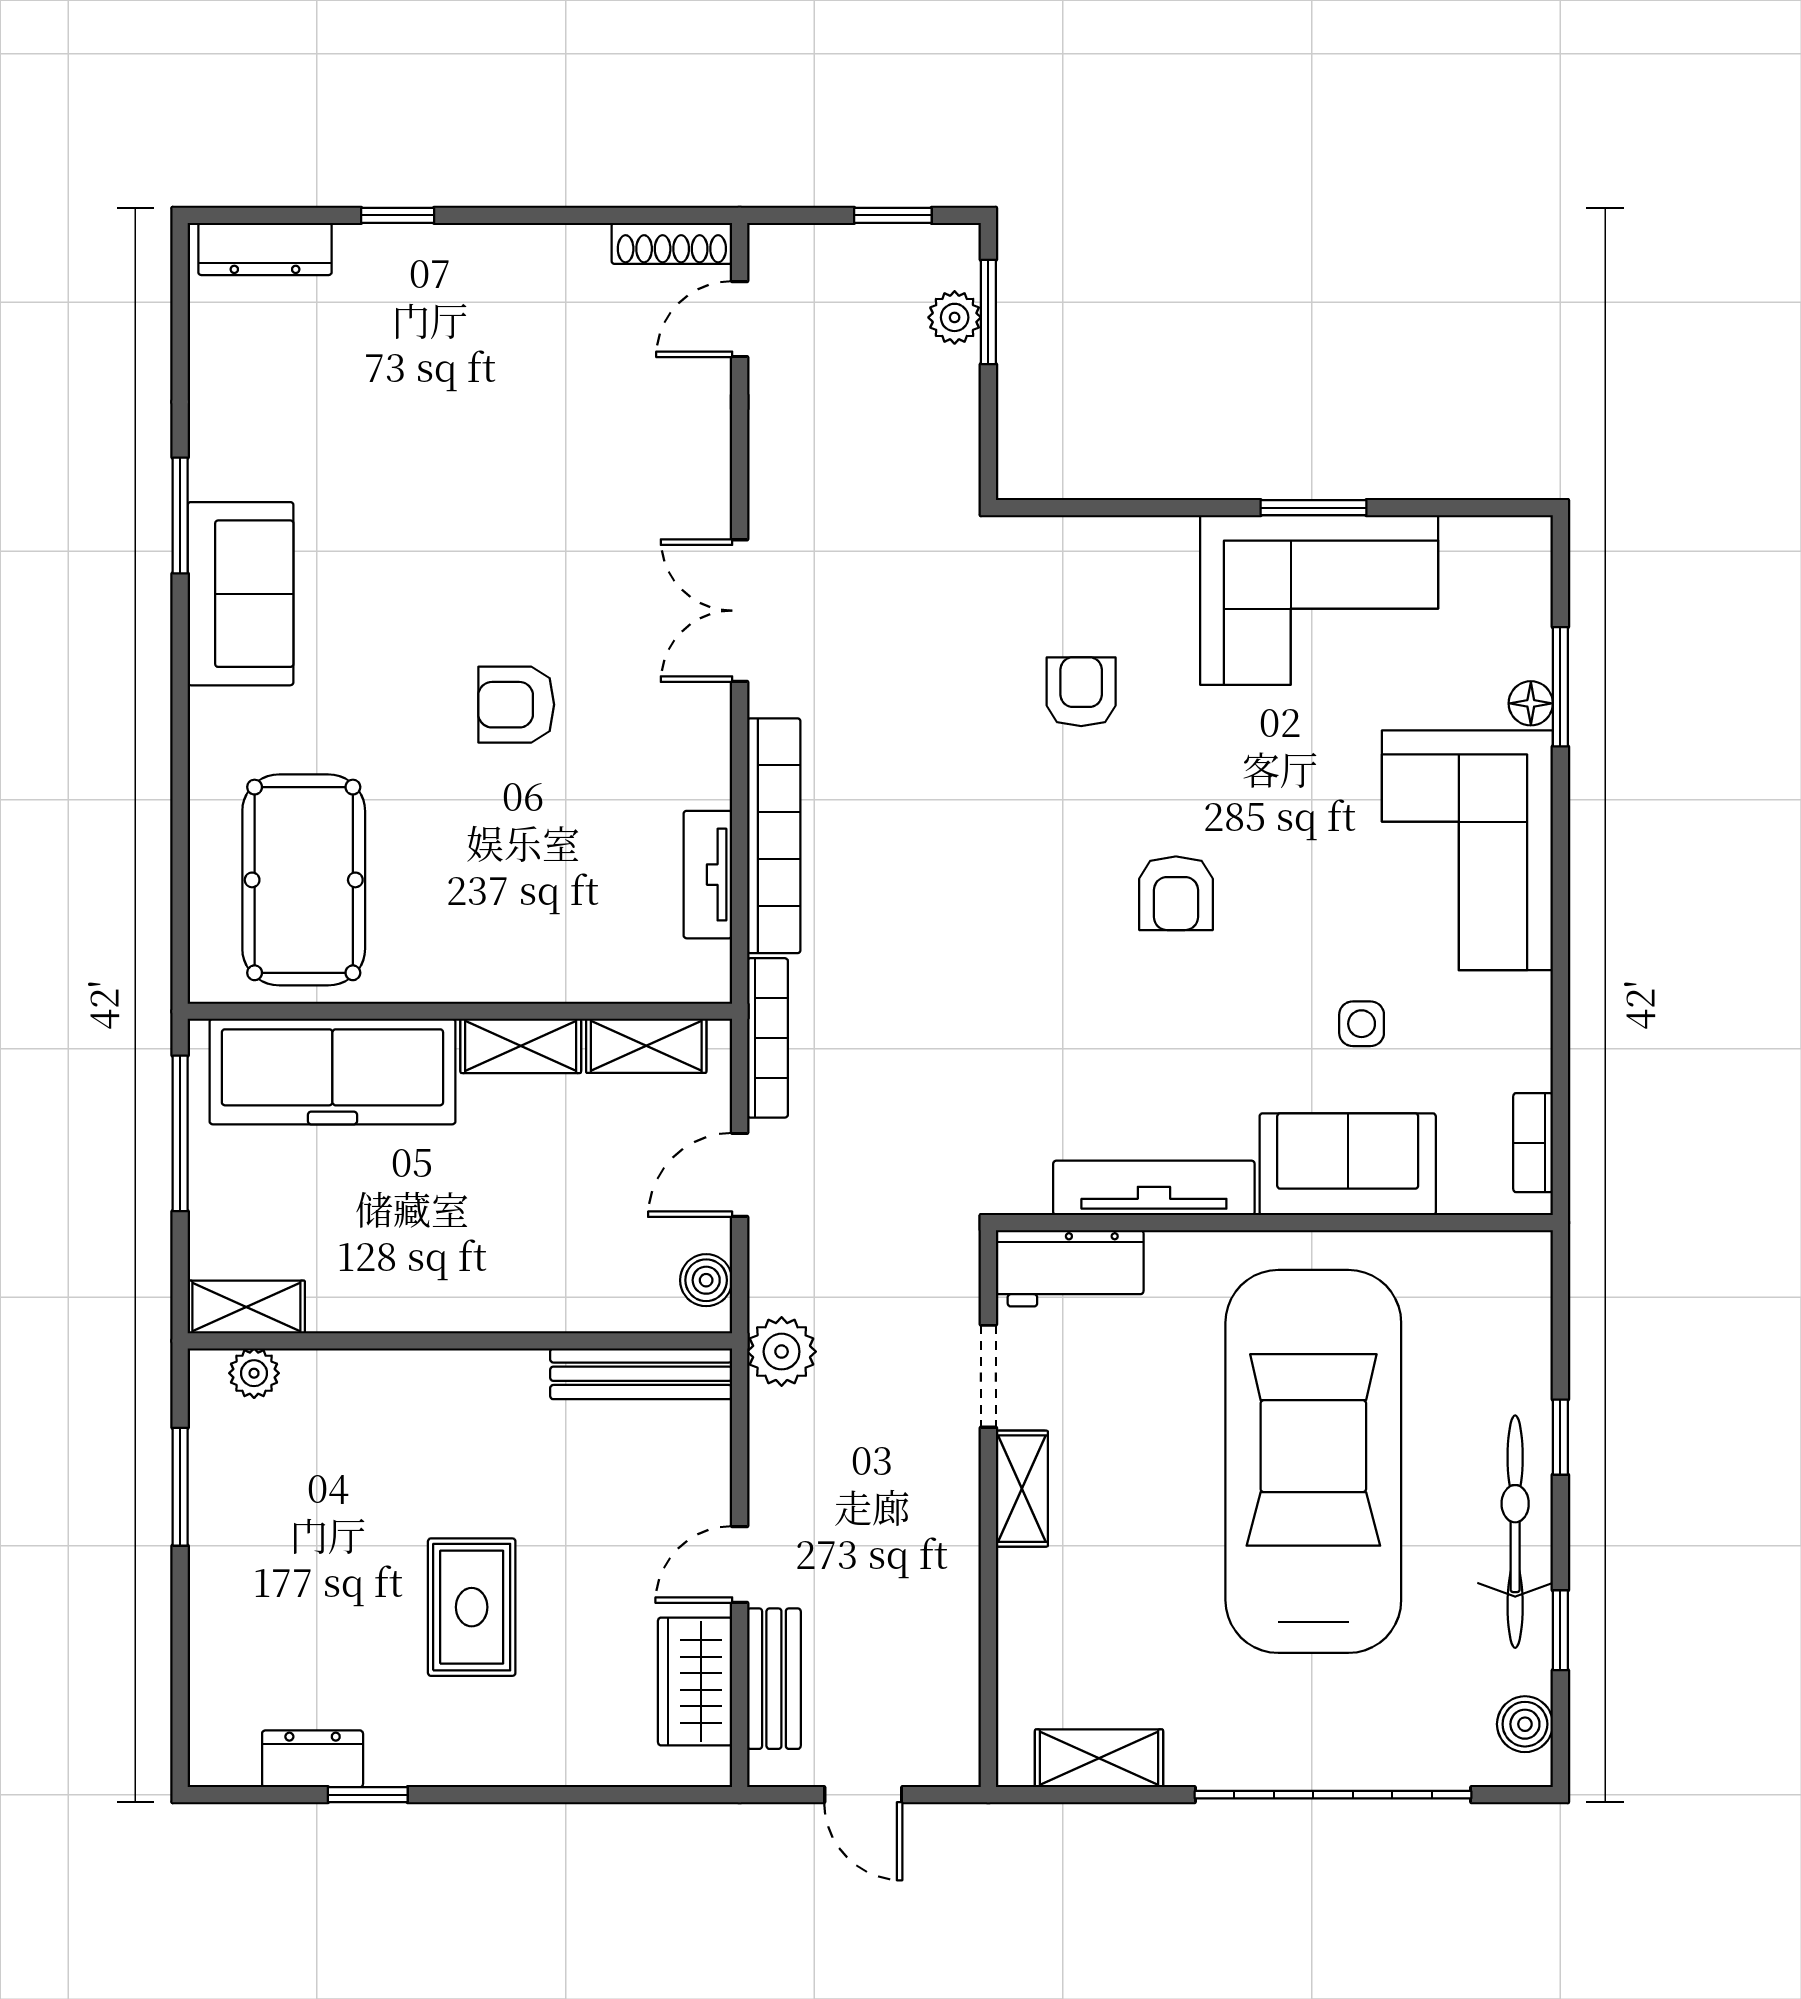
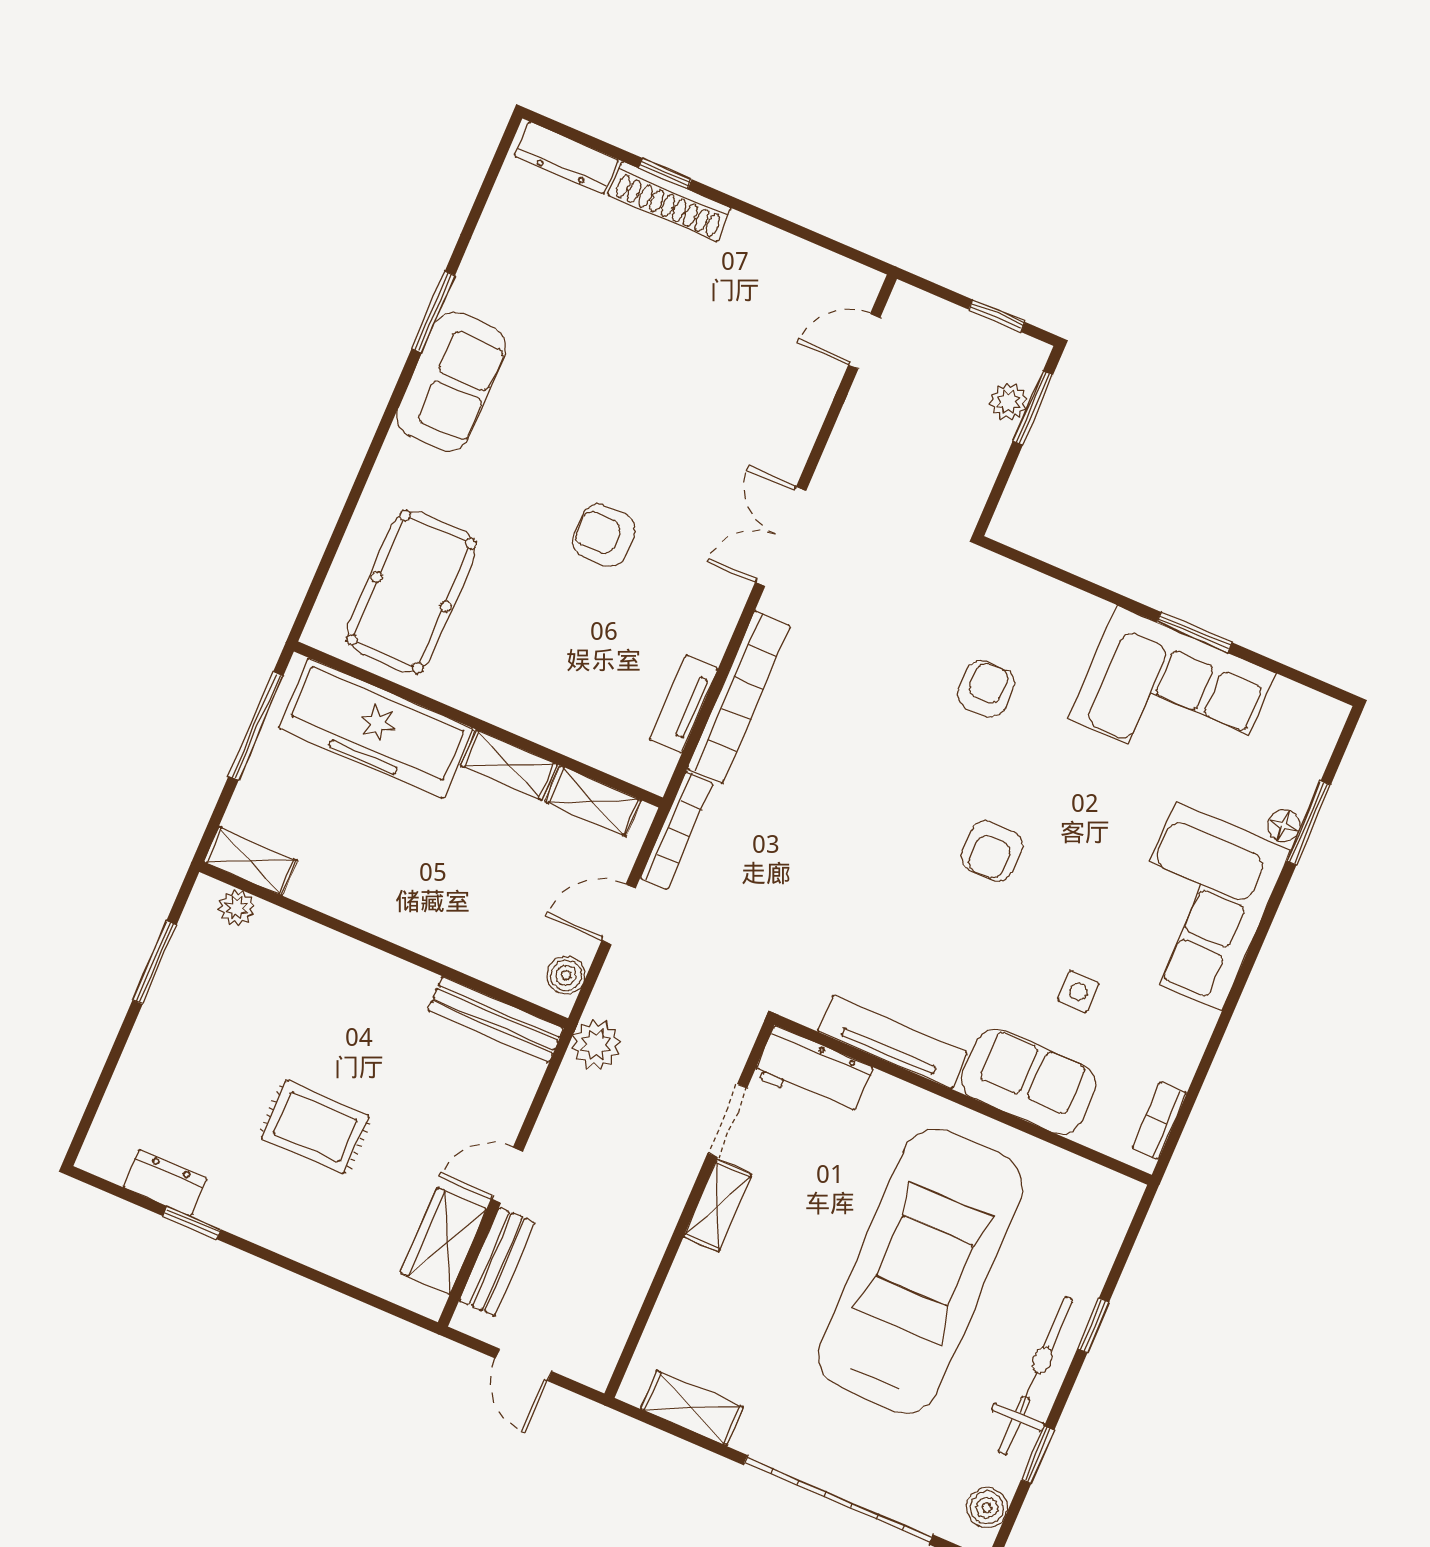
shoe rack: (672, 243) -> (670, 202), moved, width x1.36, depth x1.24
rug: (472, 1607) -> (315, 1127), turned 90

